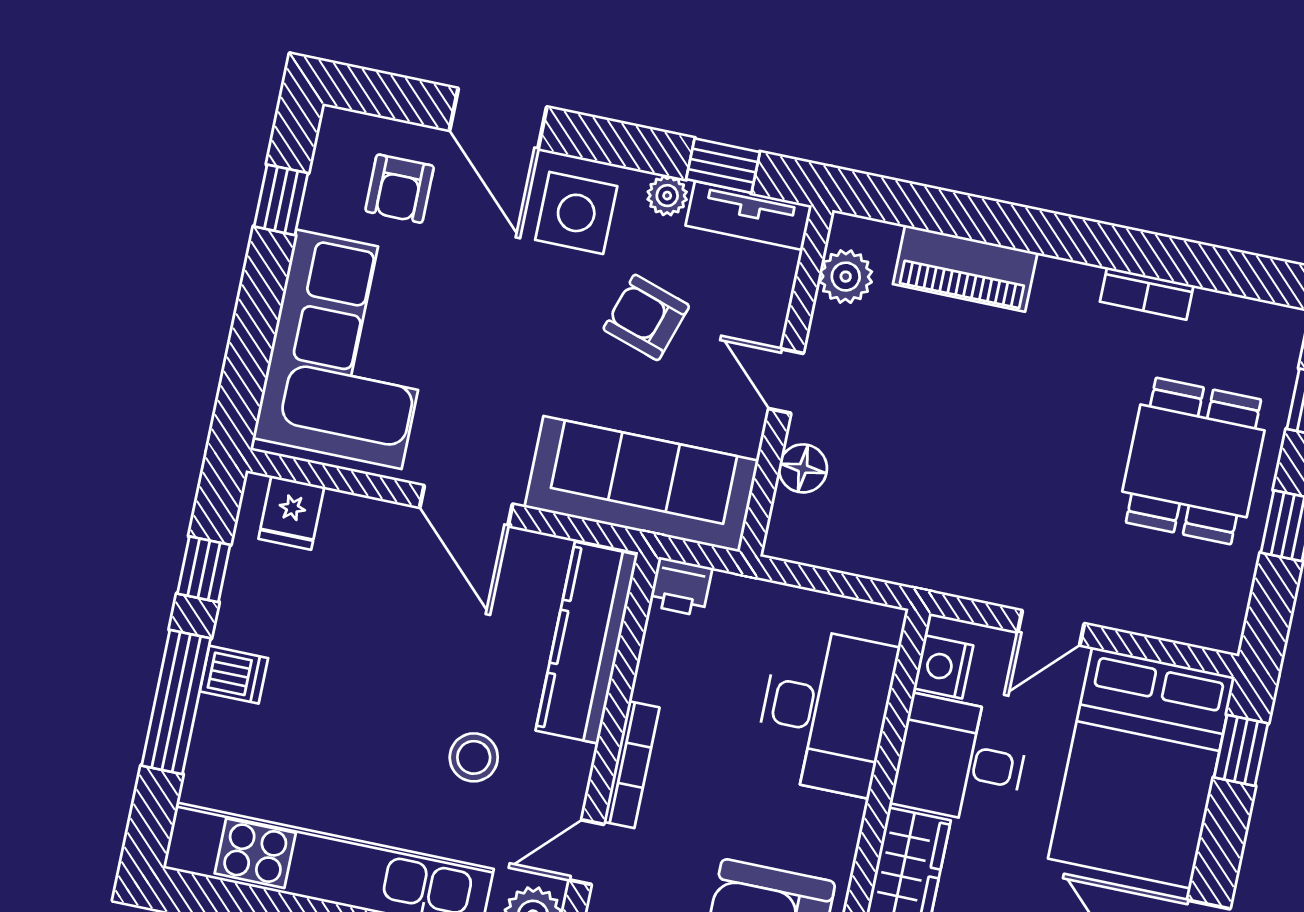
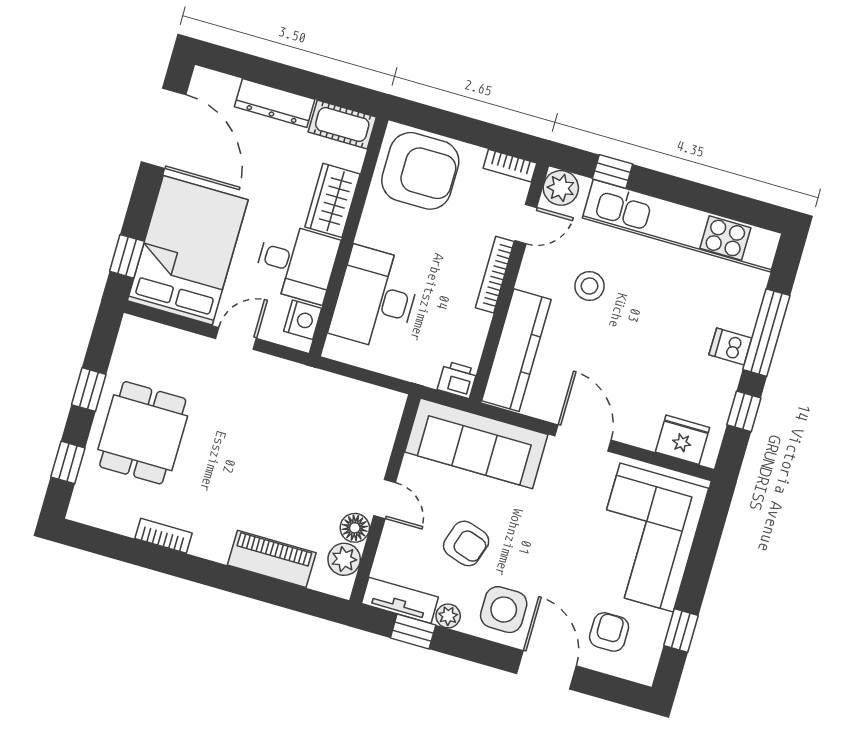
floor lamp: (803, 468) -> (355, 528), moved
fridge: (291, 513) -> (683, 440), width x1.38

